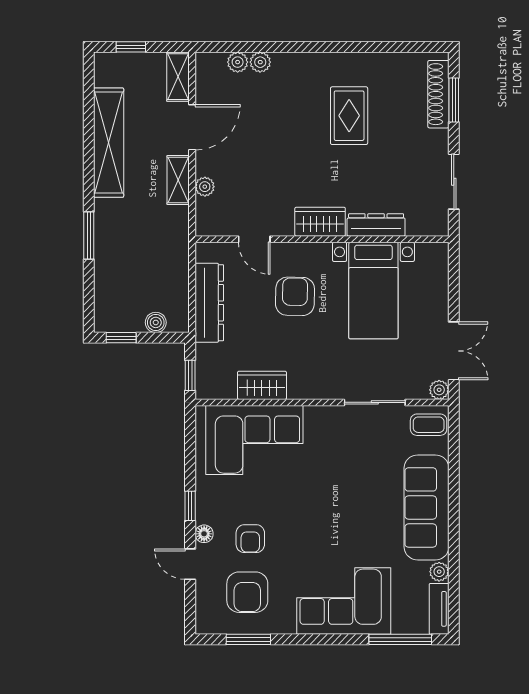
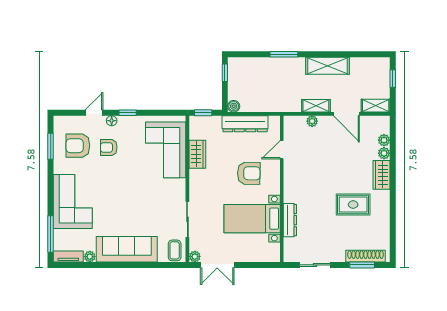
shelving: (109, 143) -> (327, 66), width x0.68
wardrobe: (320, 222) -> (382, 175), moved, turned 180
boiler: (156, 322) -> (234, 106), moved

